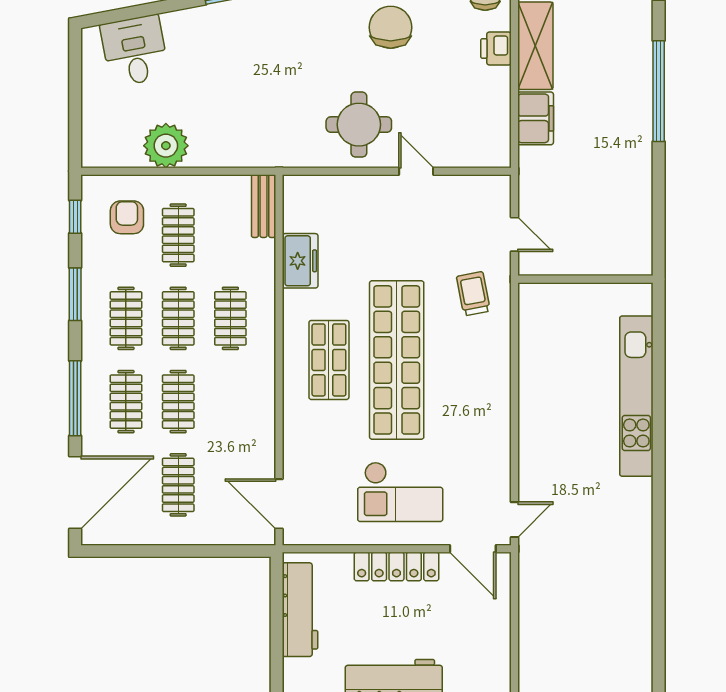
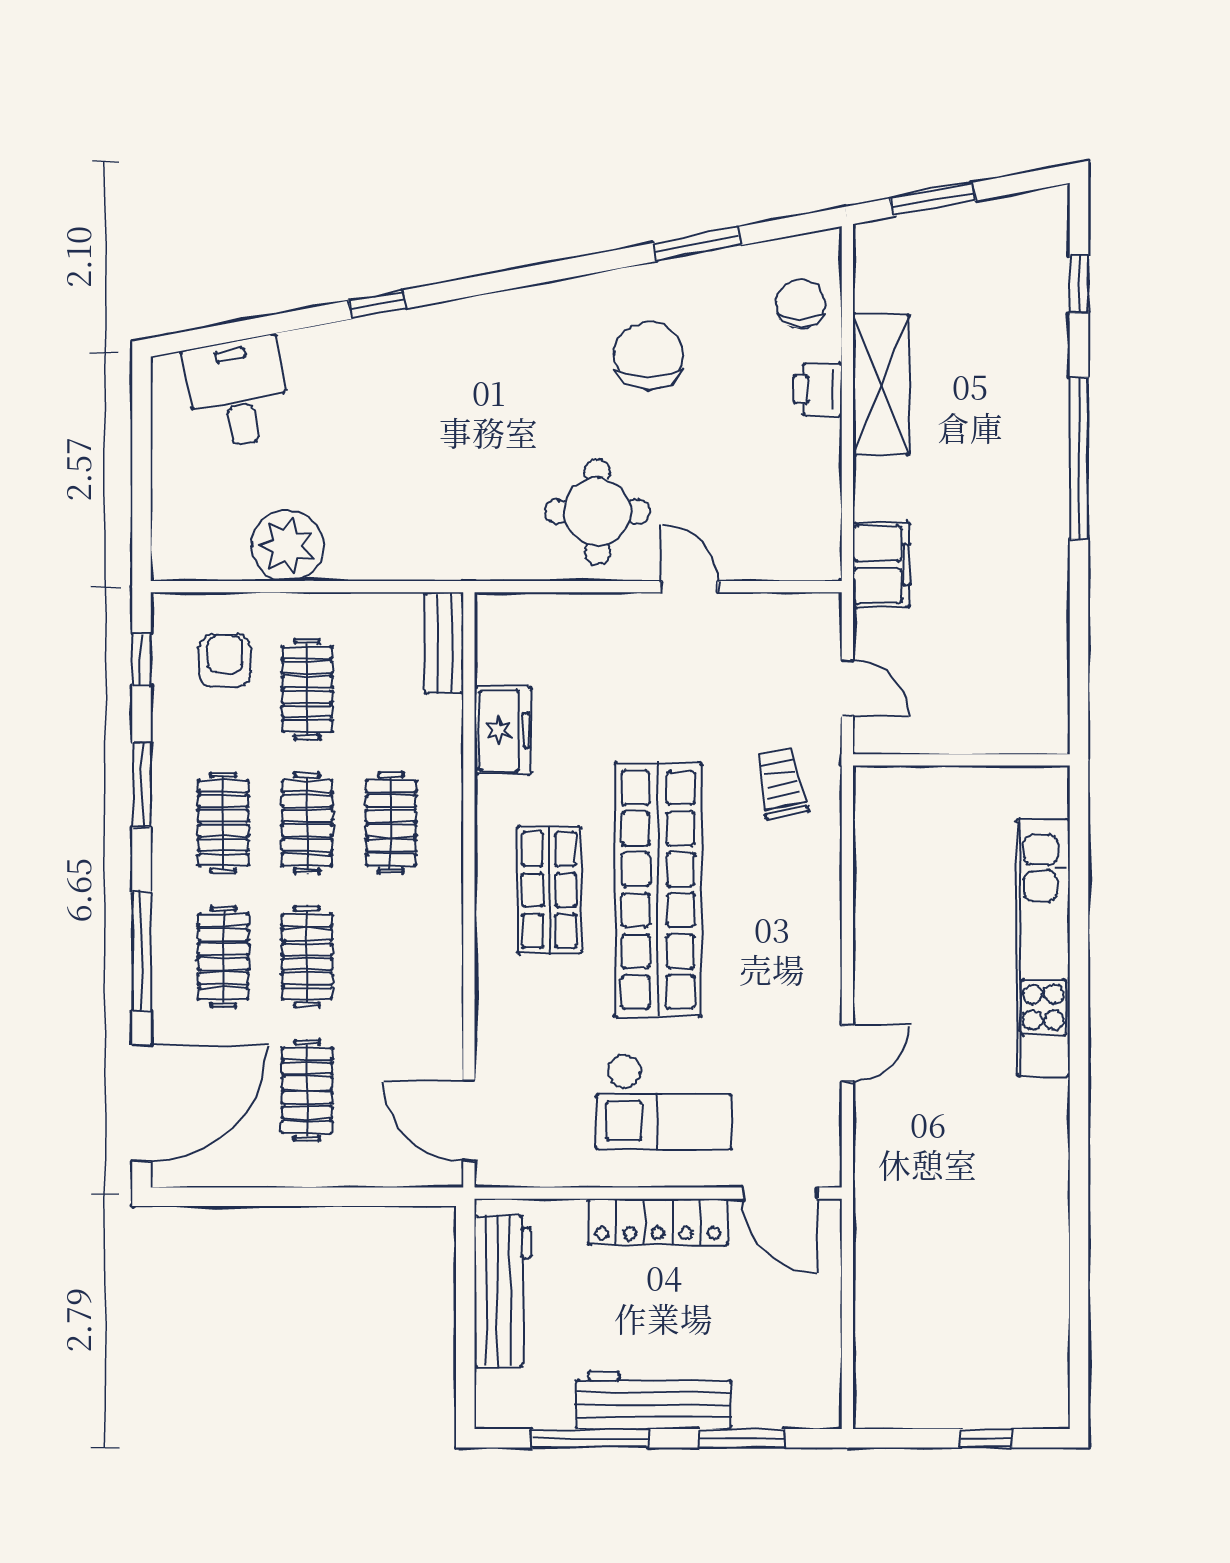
filing cabinet: (536, 118) -> (881, 565), moved
door: (514, 520) -> (847, 1054), moved

